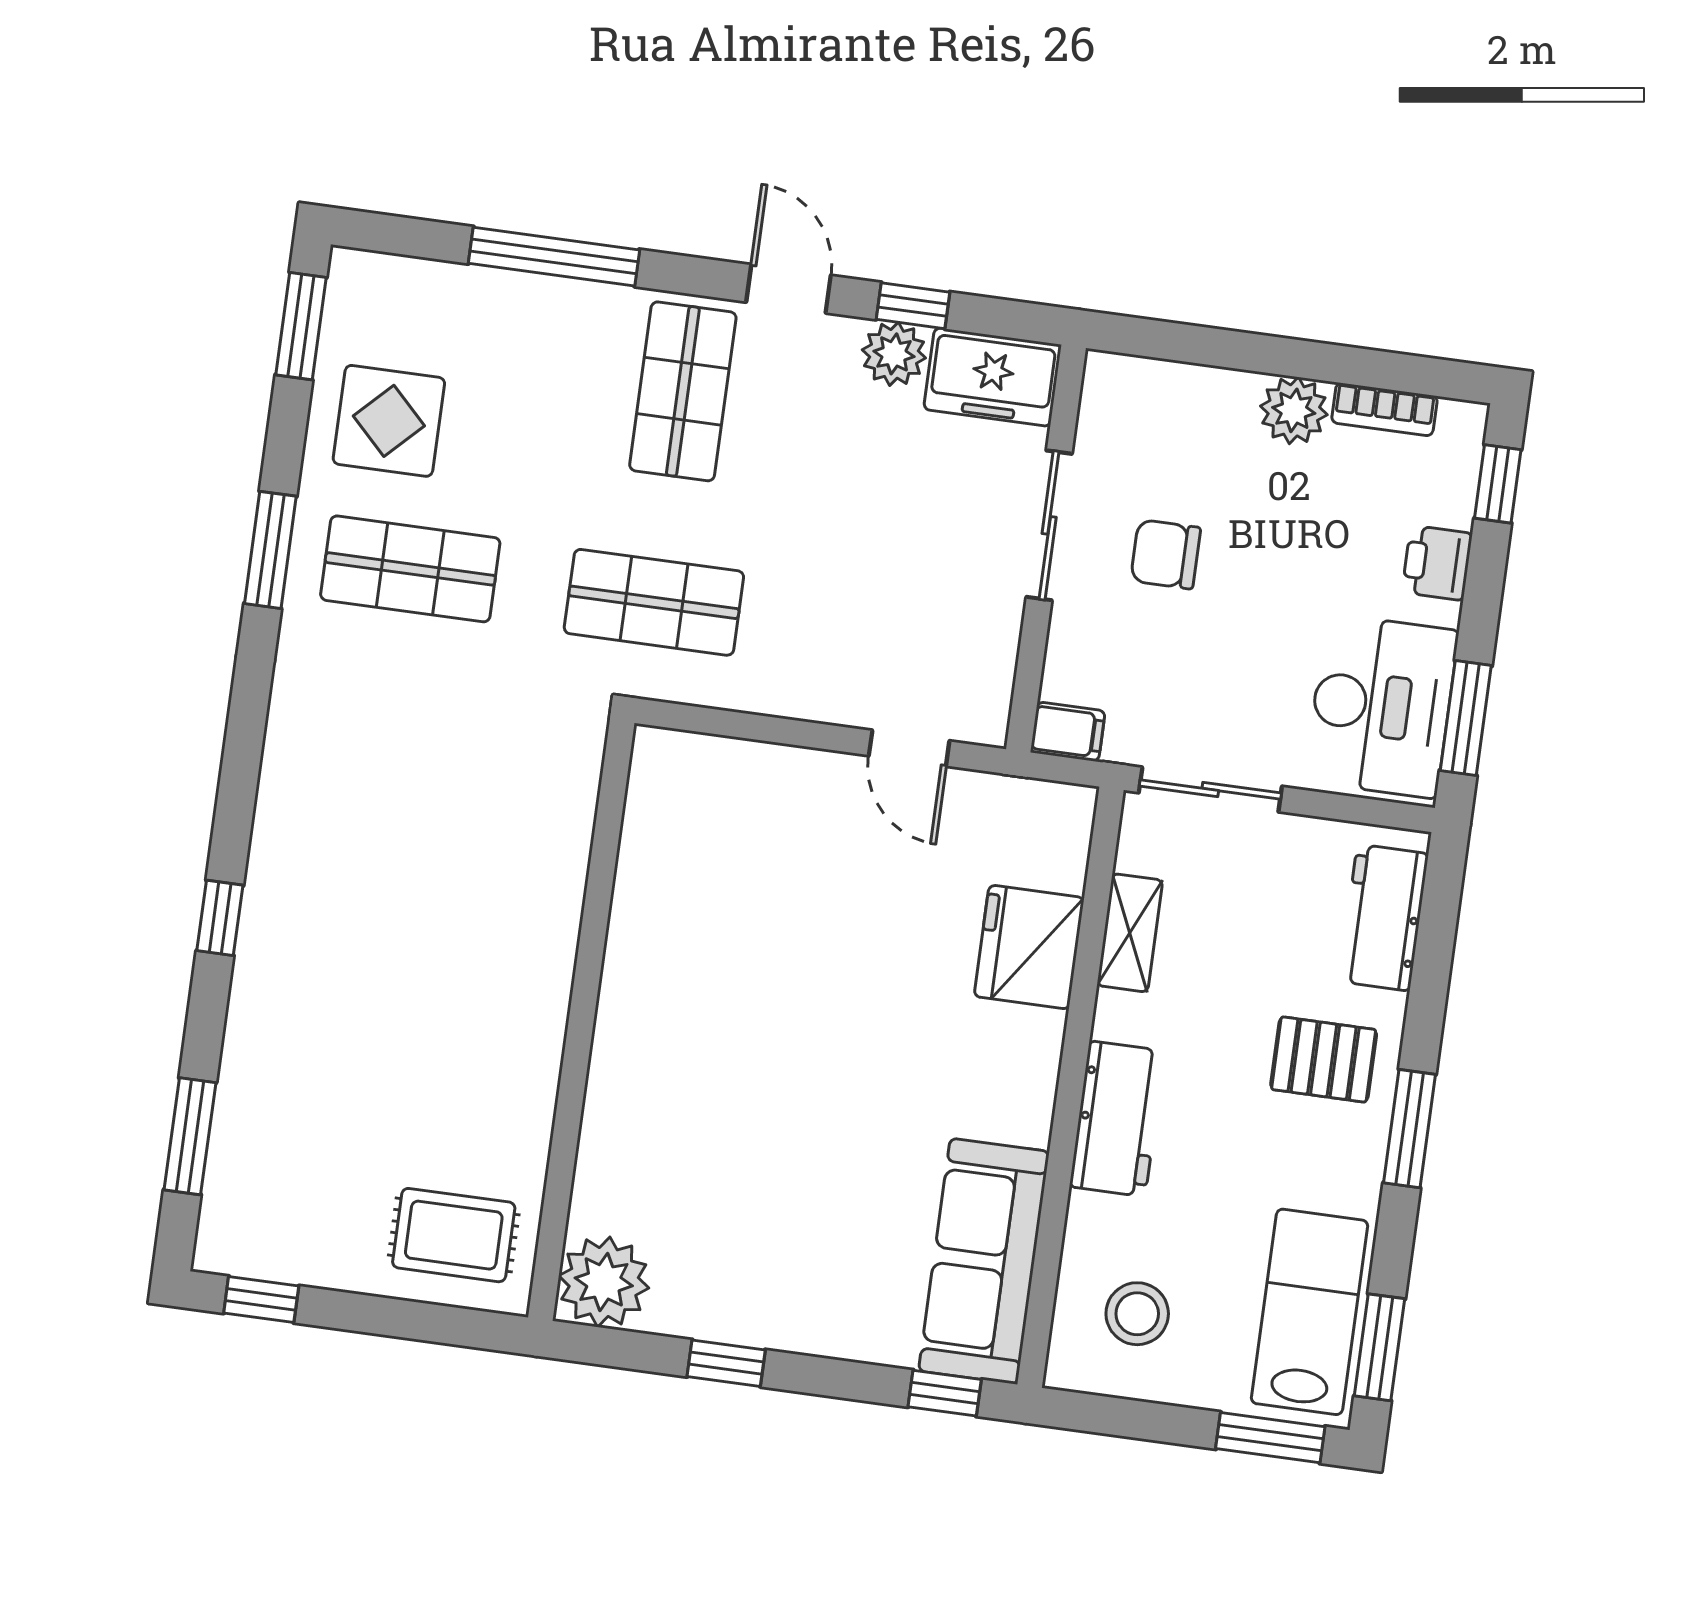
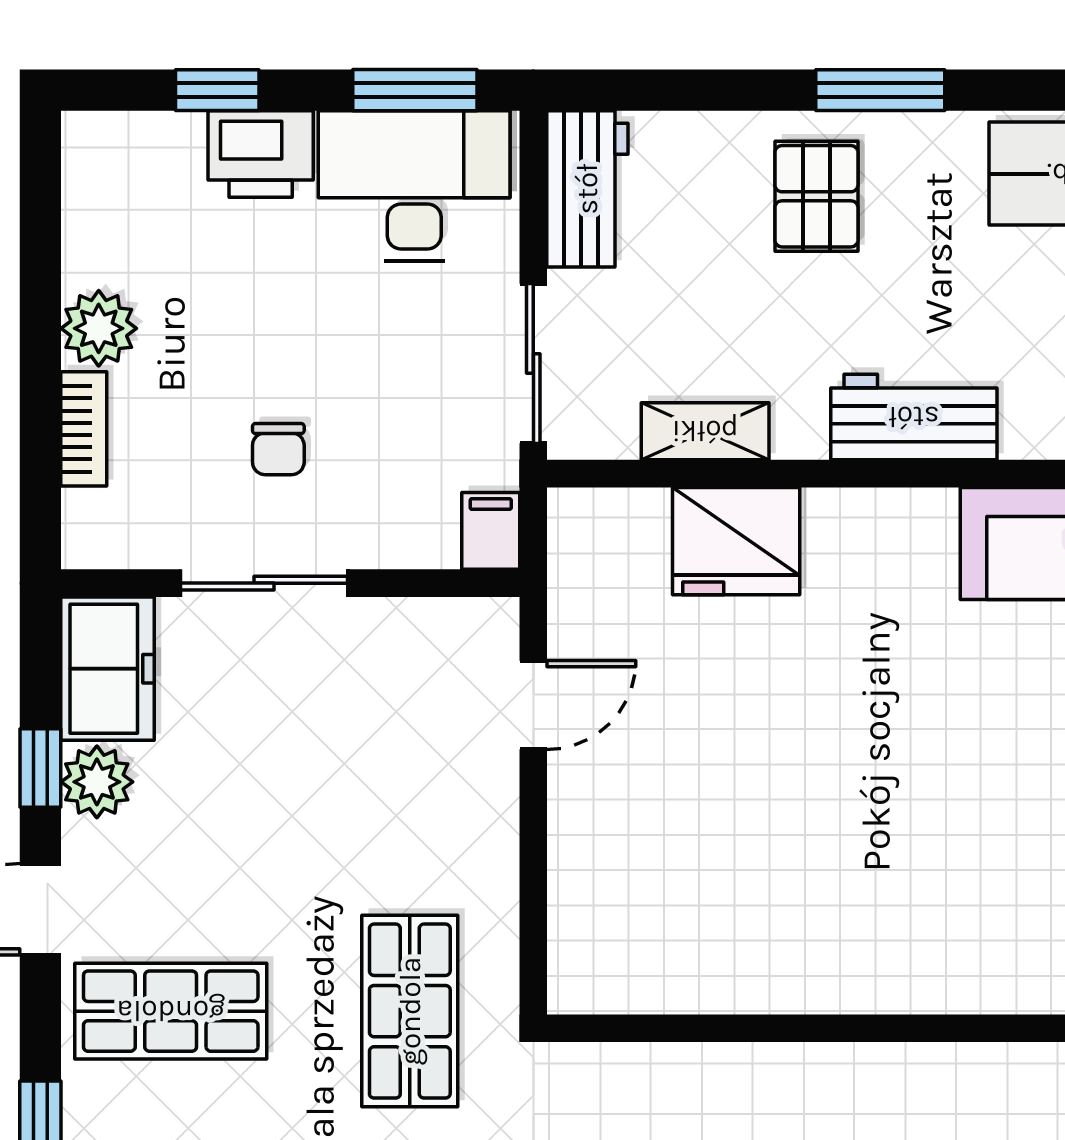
bookcase: (1384, 409) -> (84, 429), moved
window: (1498, 484) -> (217, 90), moved
chair: (1166, 554) -> (278, 449), width x0.73, depth x0.73
printer: (1437, 563) -> (261, 154), width x1.36, depth x1.24
workbench: (1384, 918) -> (587, 189), moved, turned -90

